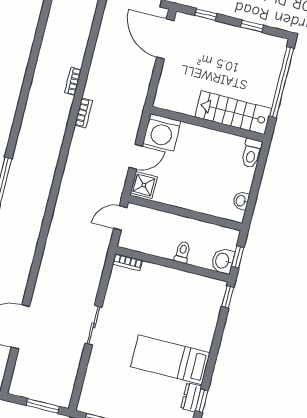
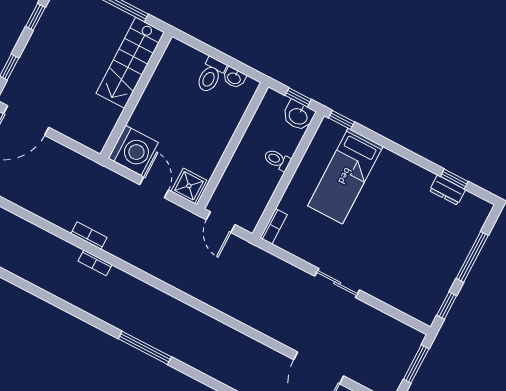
bookcase: (73, 81) -> (95, 263), moved
toilet: (251, 153) -> (211, 75), moved, turned 90
bed: (170, 360) -> (345, 176), moved

